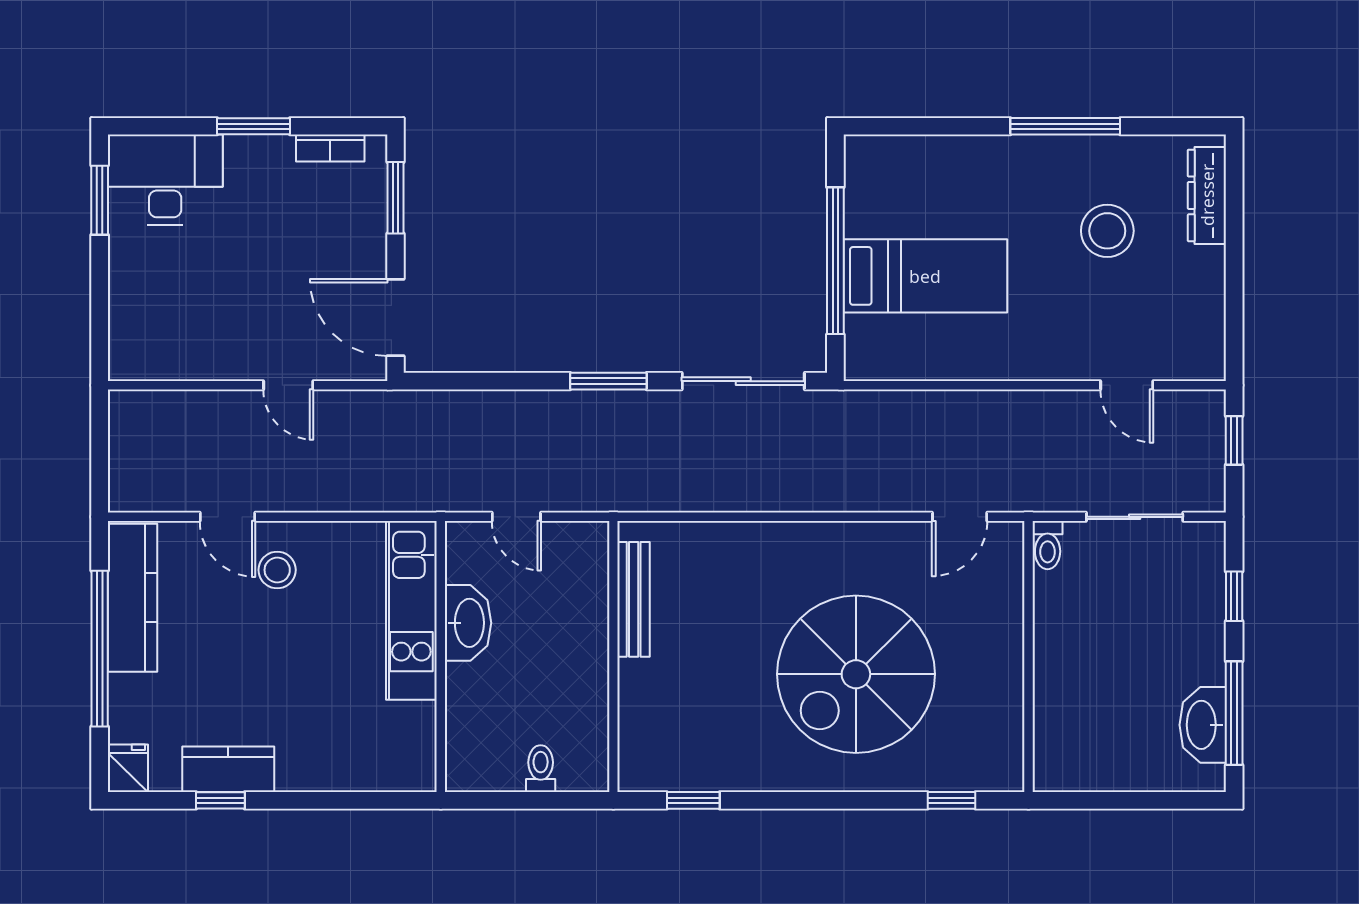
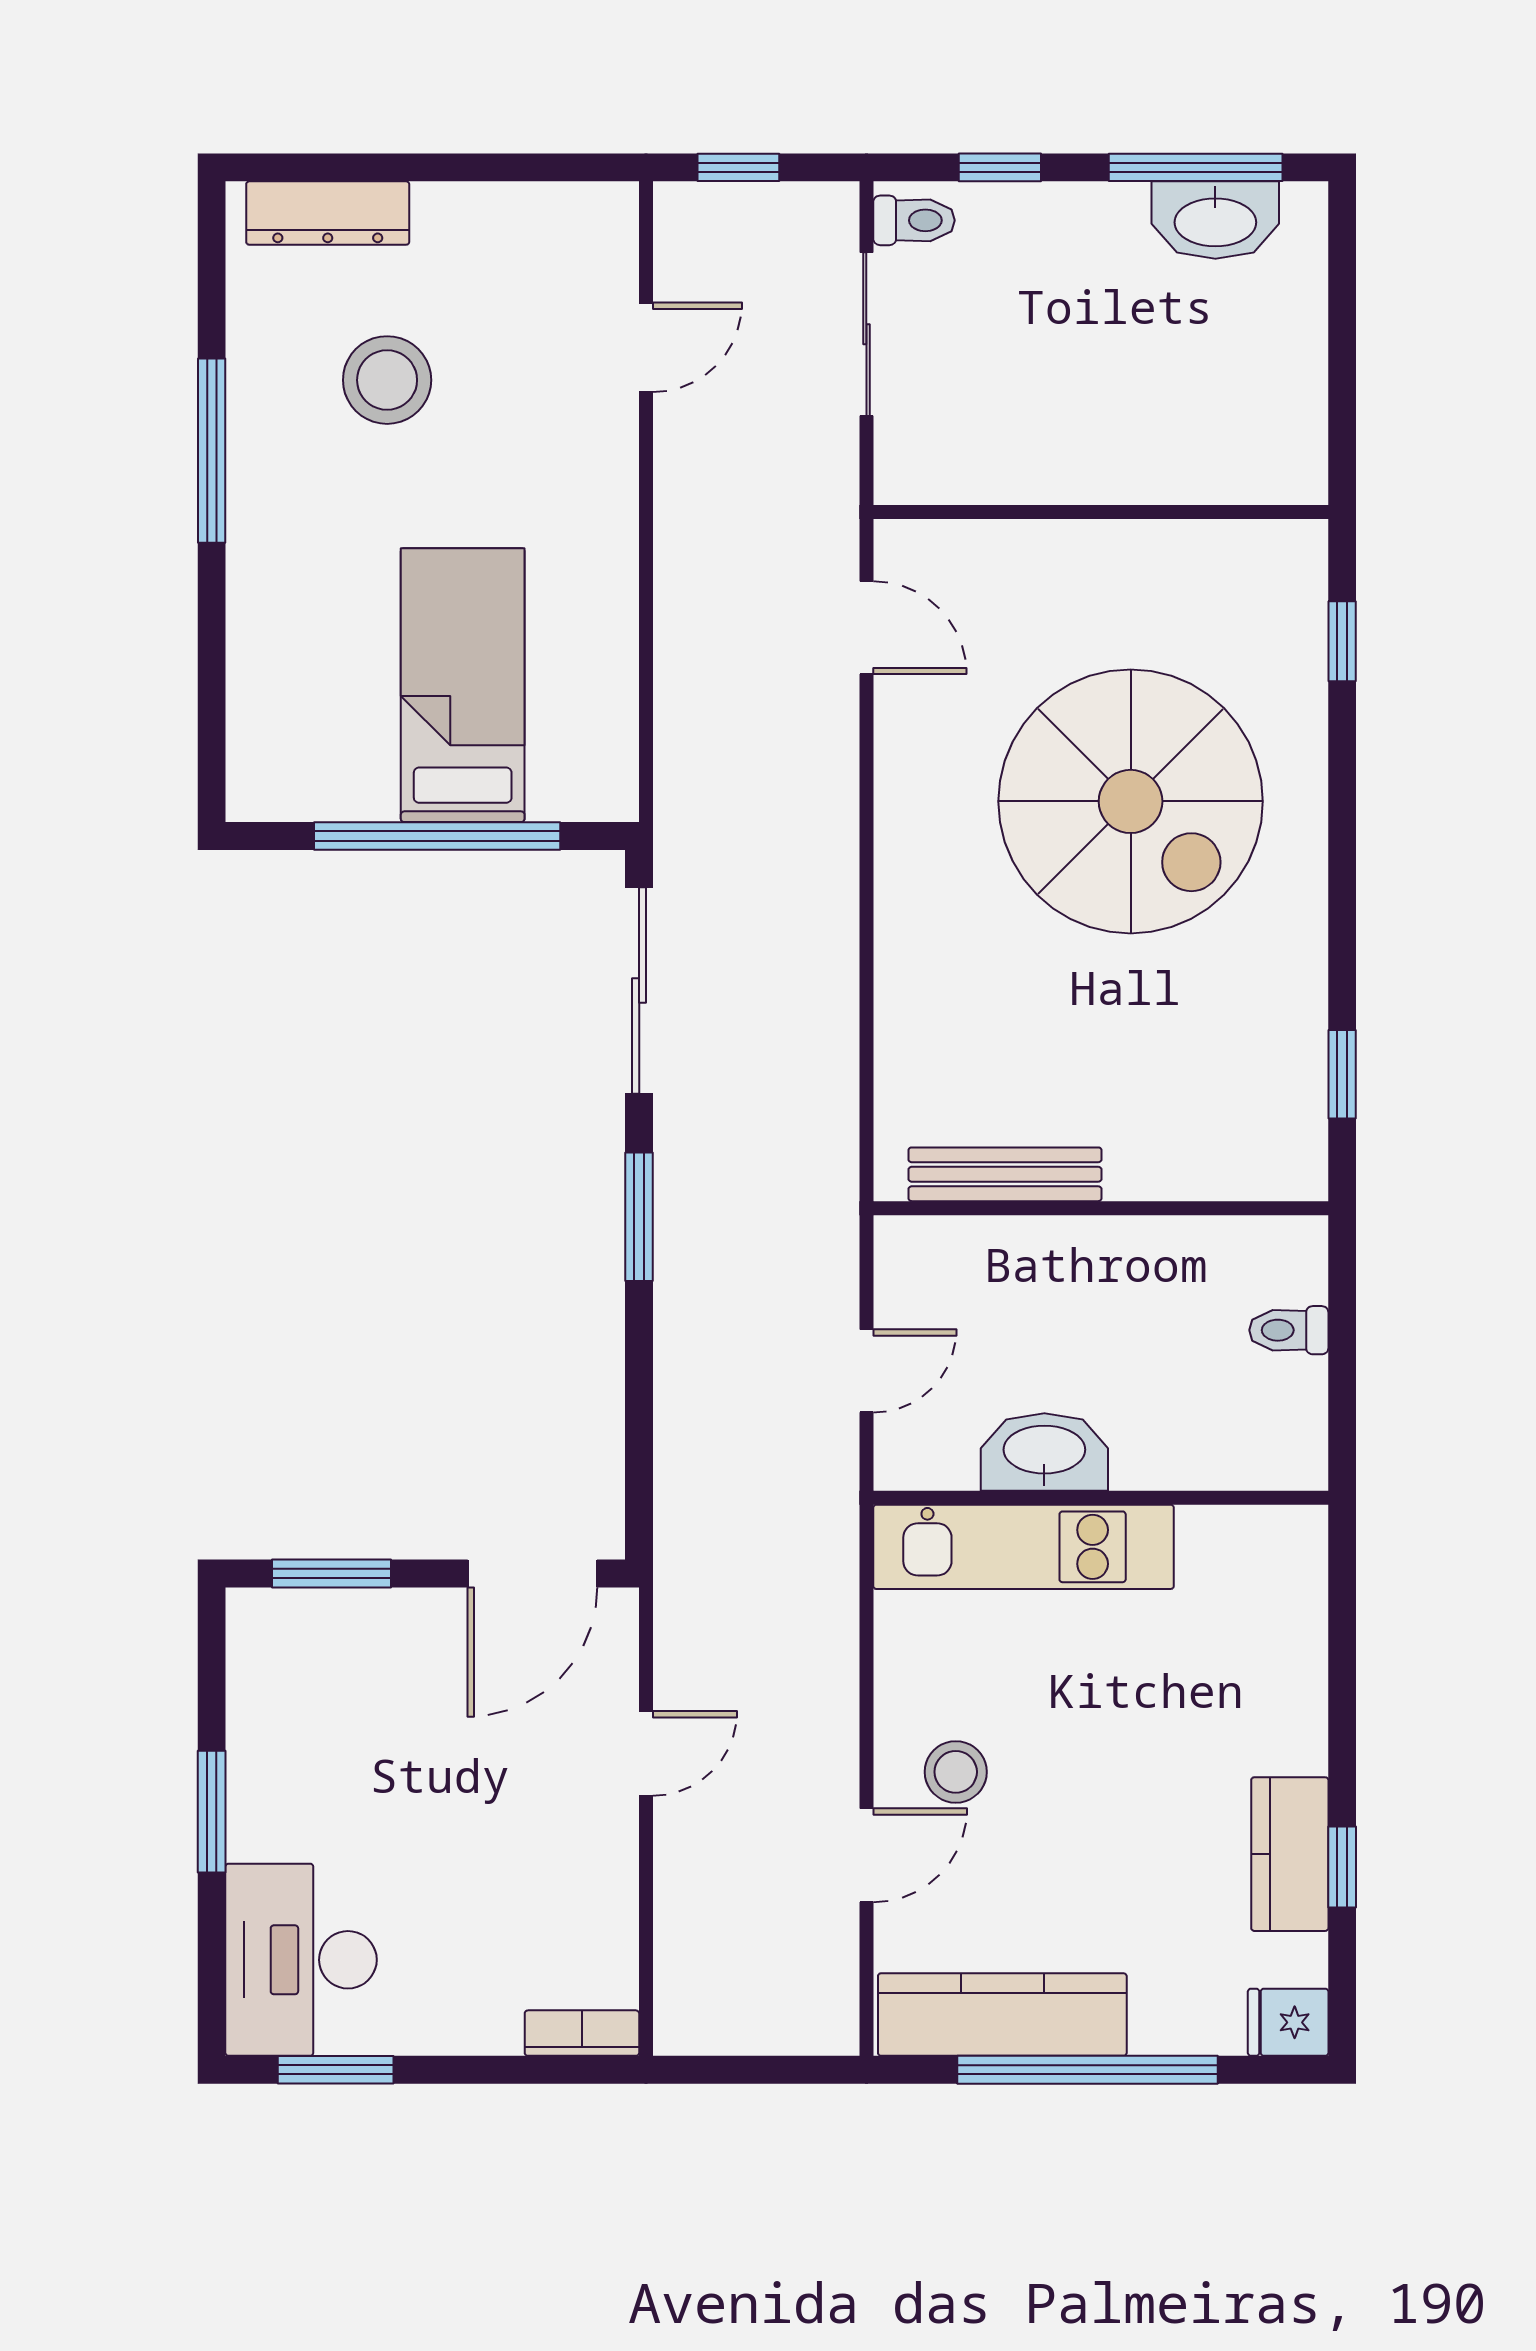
bookcase: (330, 148) -> (582, 2033), moved, turned -90
toilet: (1048, 545) -> (914, 220), moved

